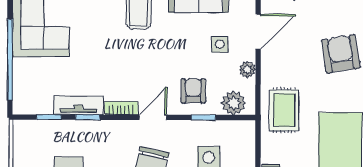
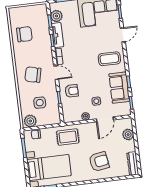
door: (258, 32) -> (105, 119), hinge flipped
plant: (233, 103) -> (56, 16), moved

